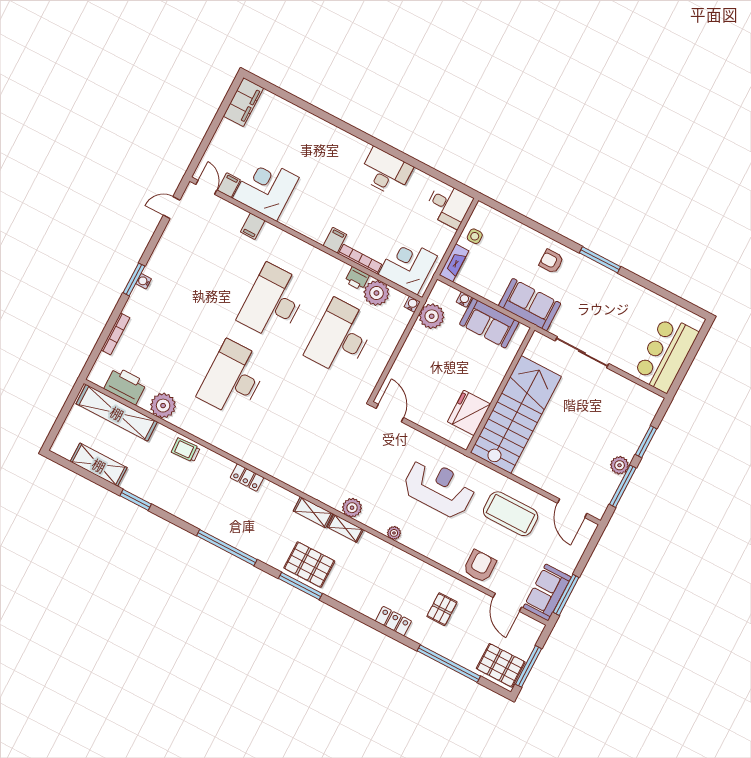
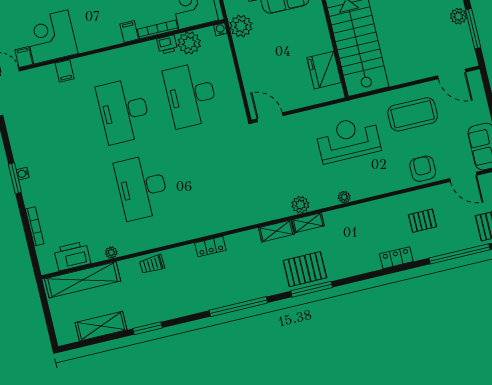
plant: (163, 406) -> (111, 252), width x0.53, depth x0.53
pallet: (442, 609) -> (422, 221), turned 90

